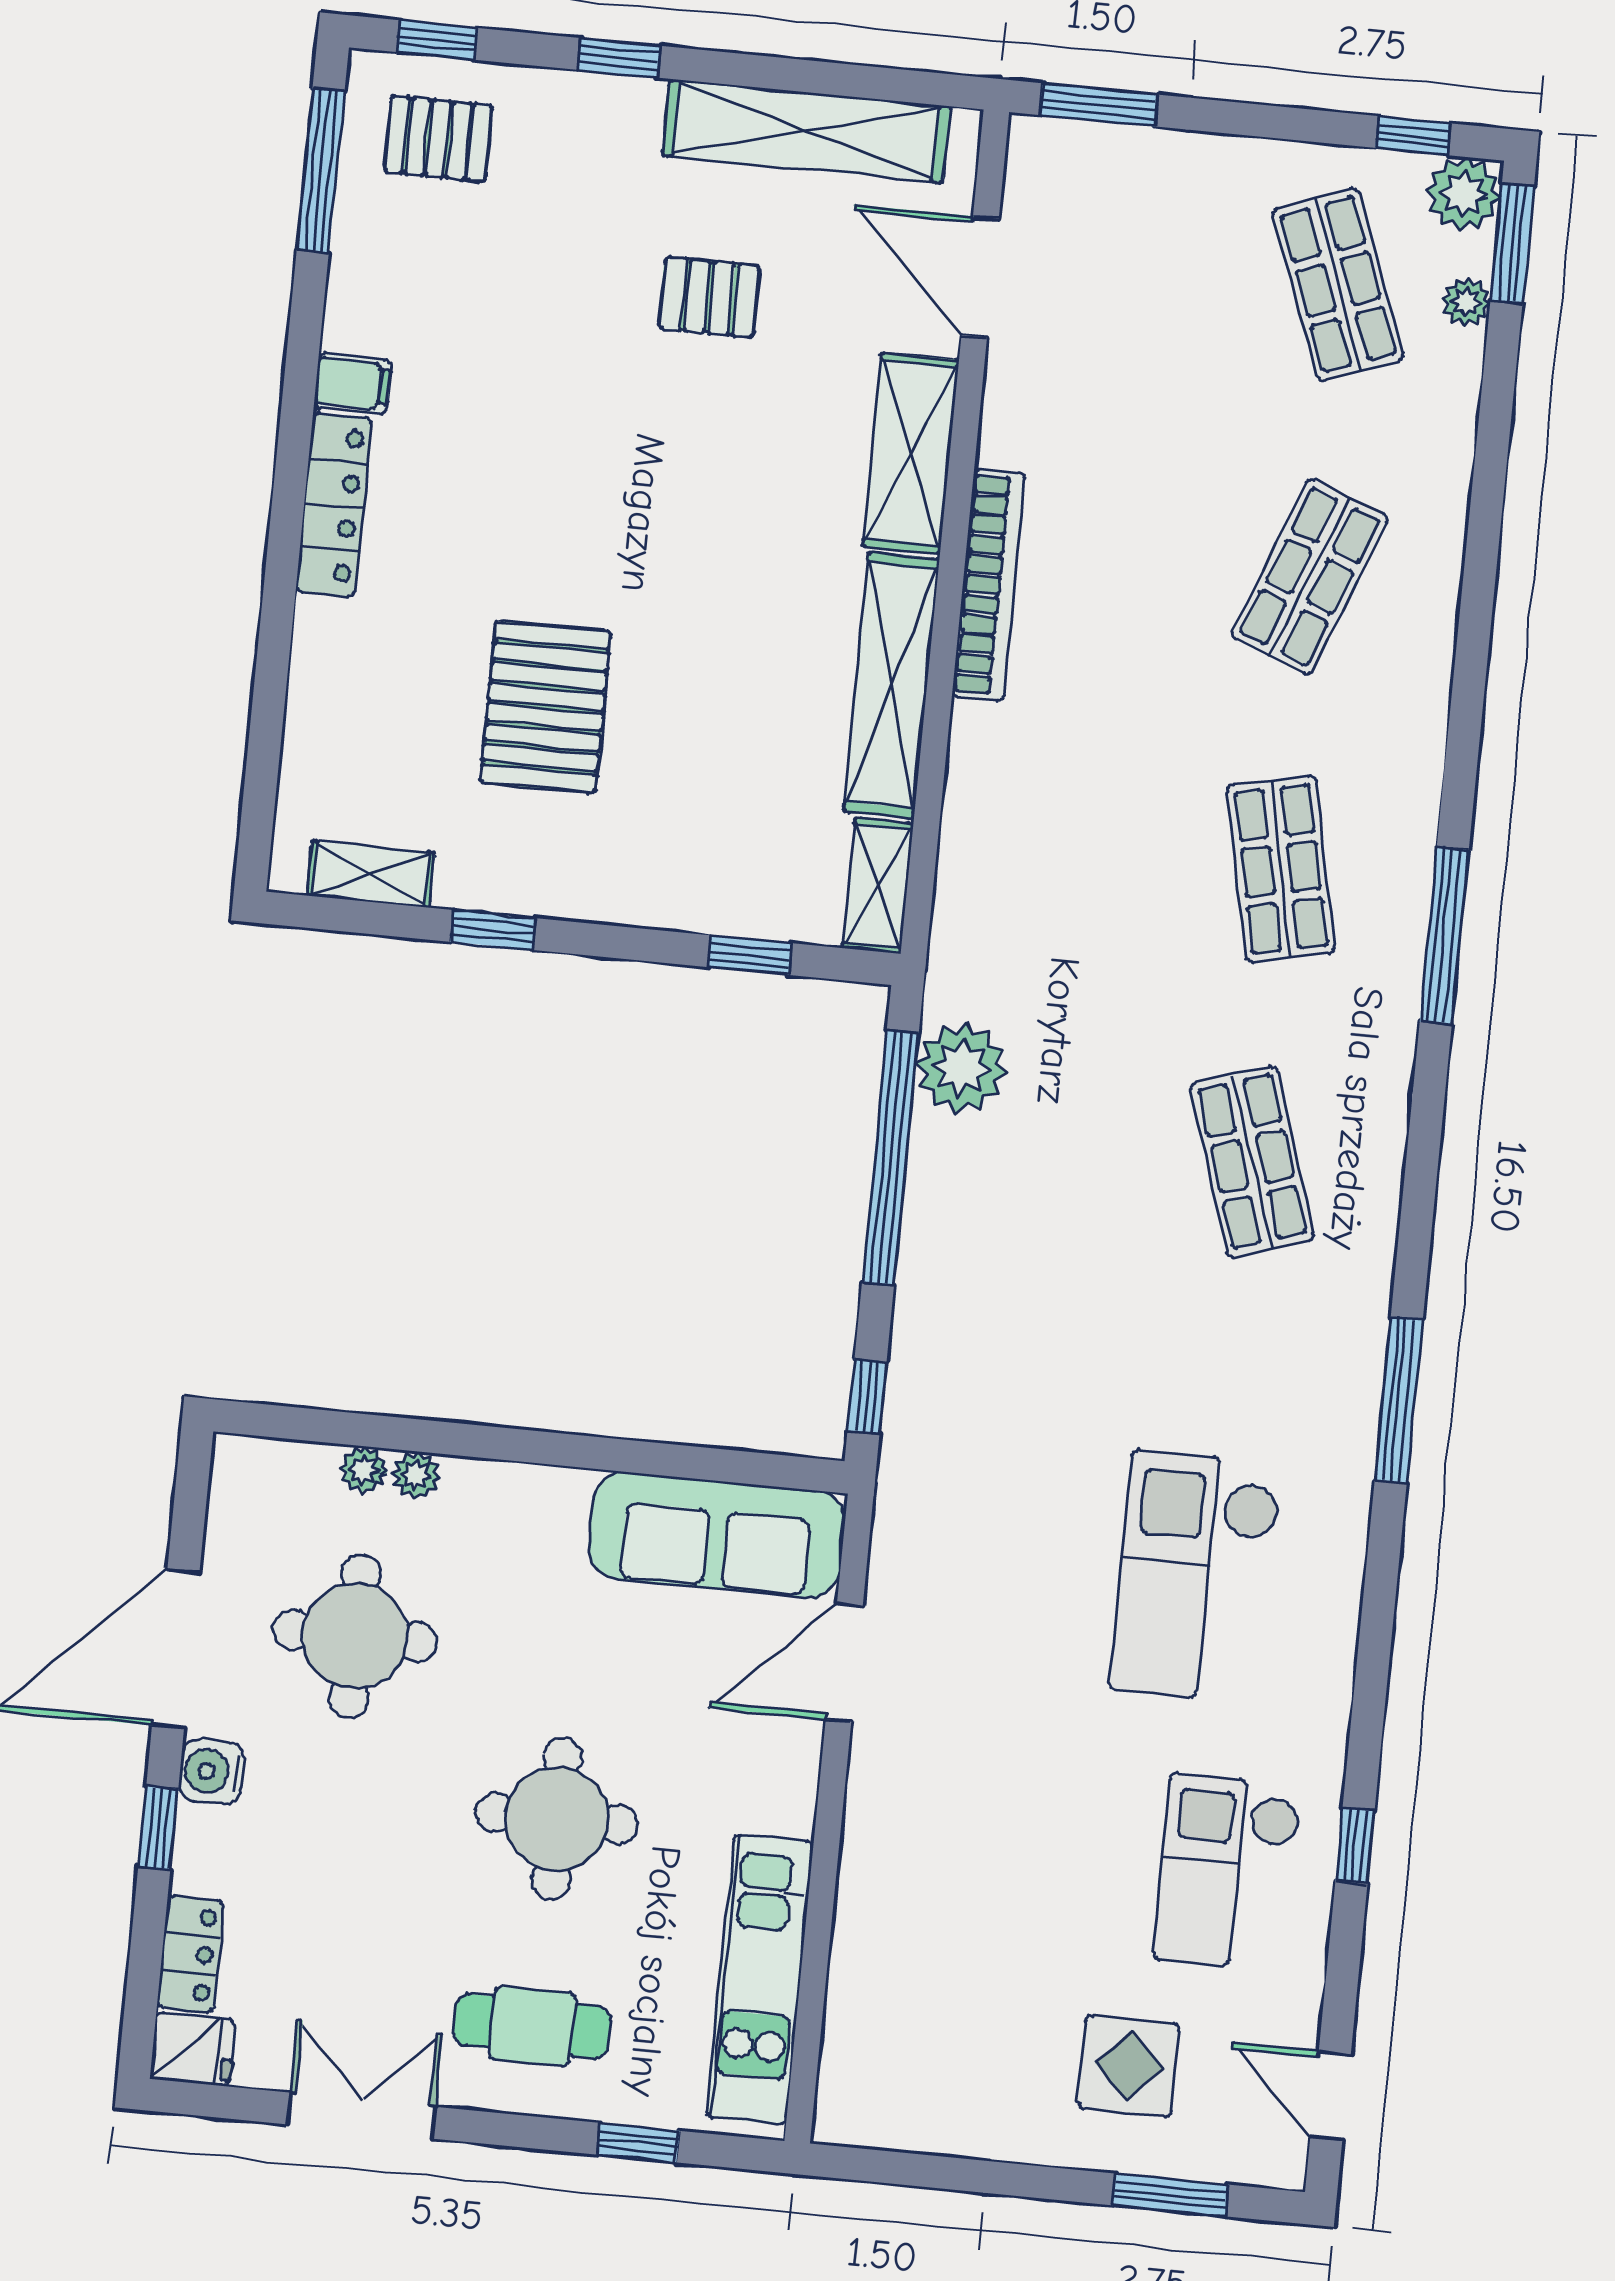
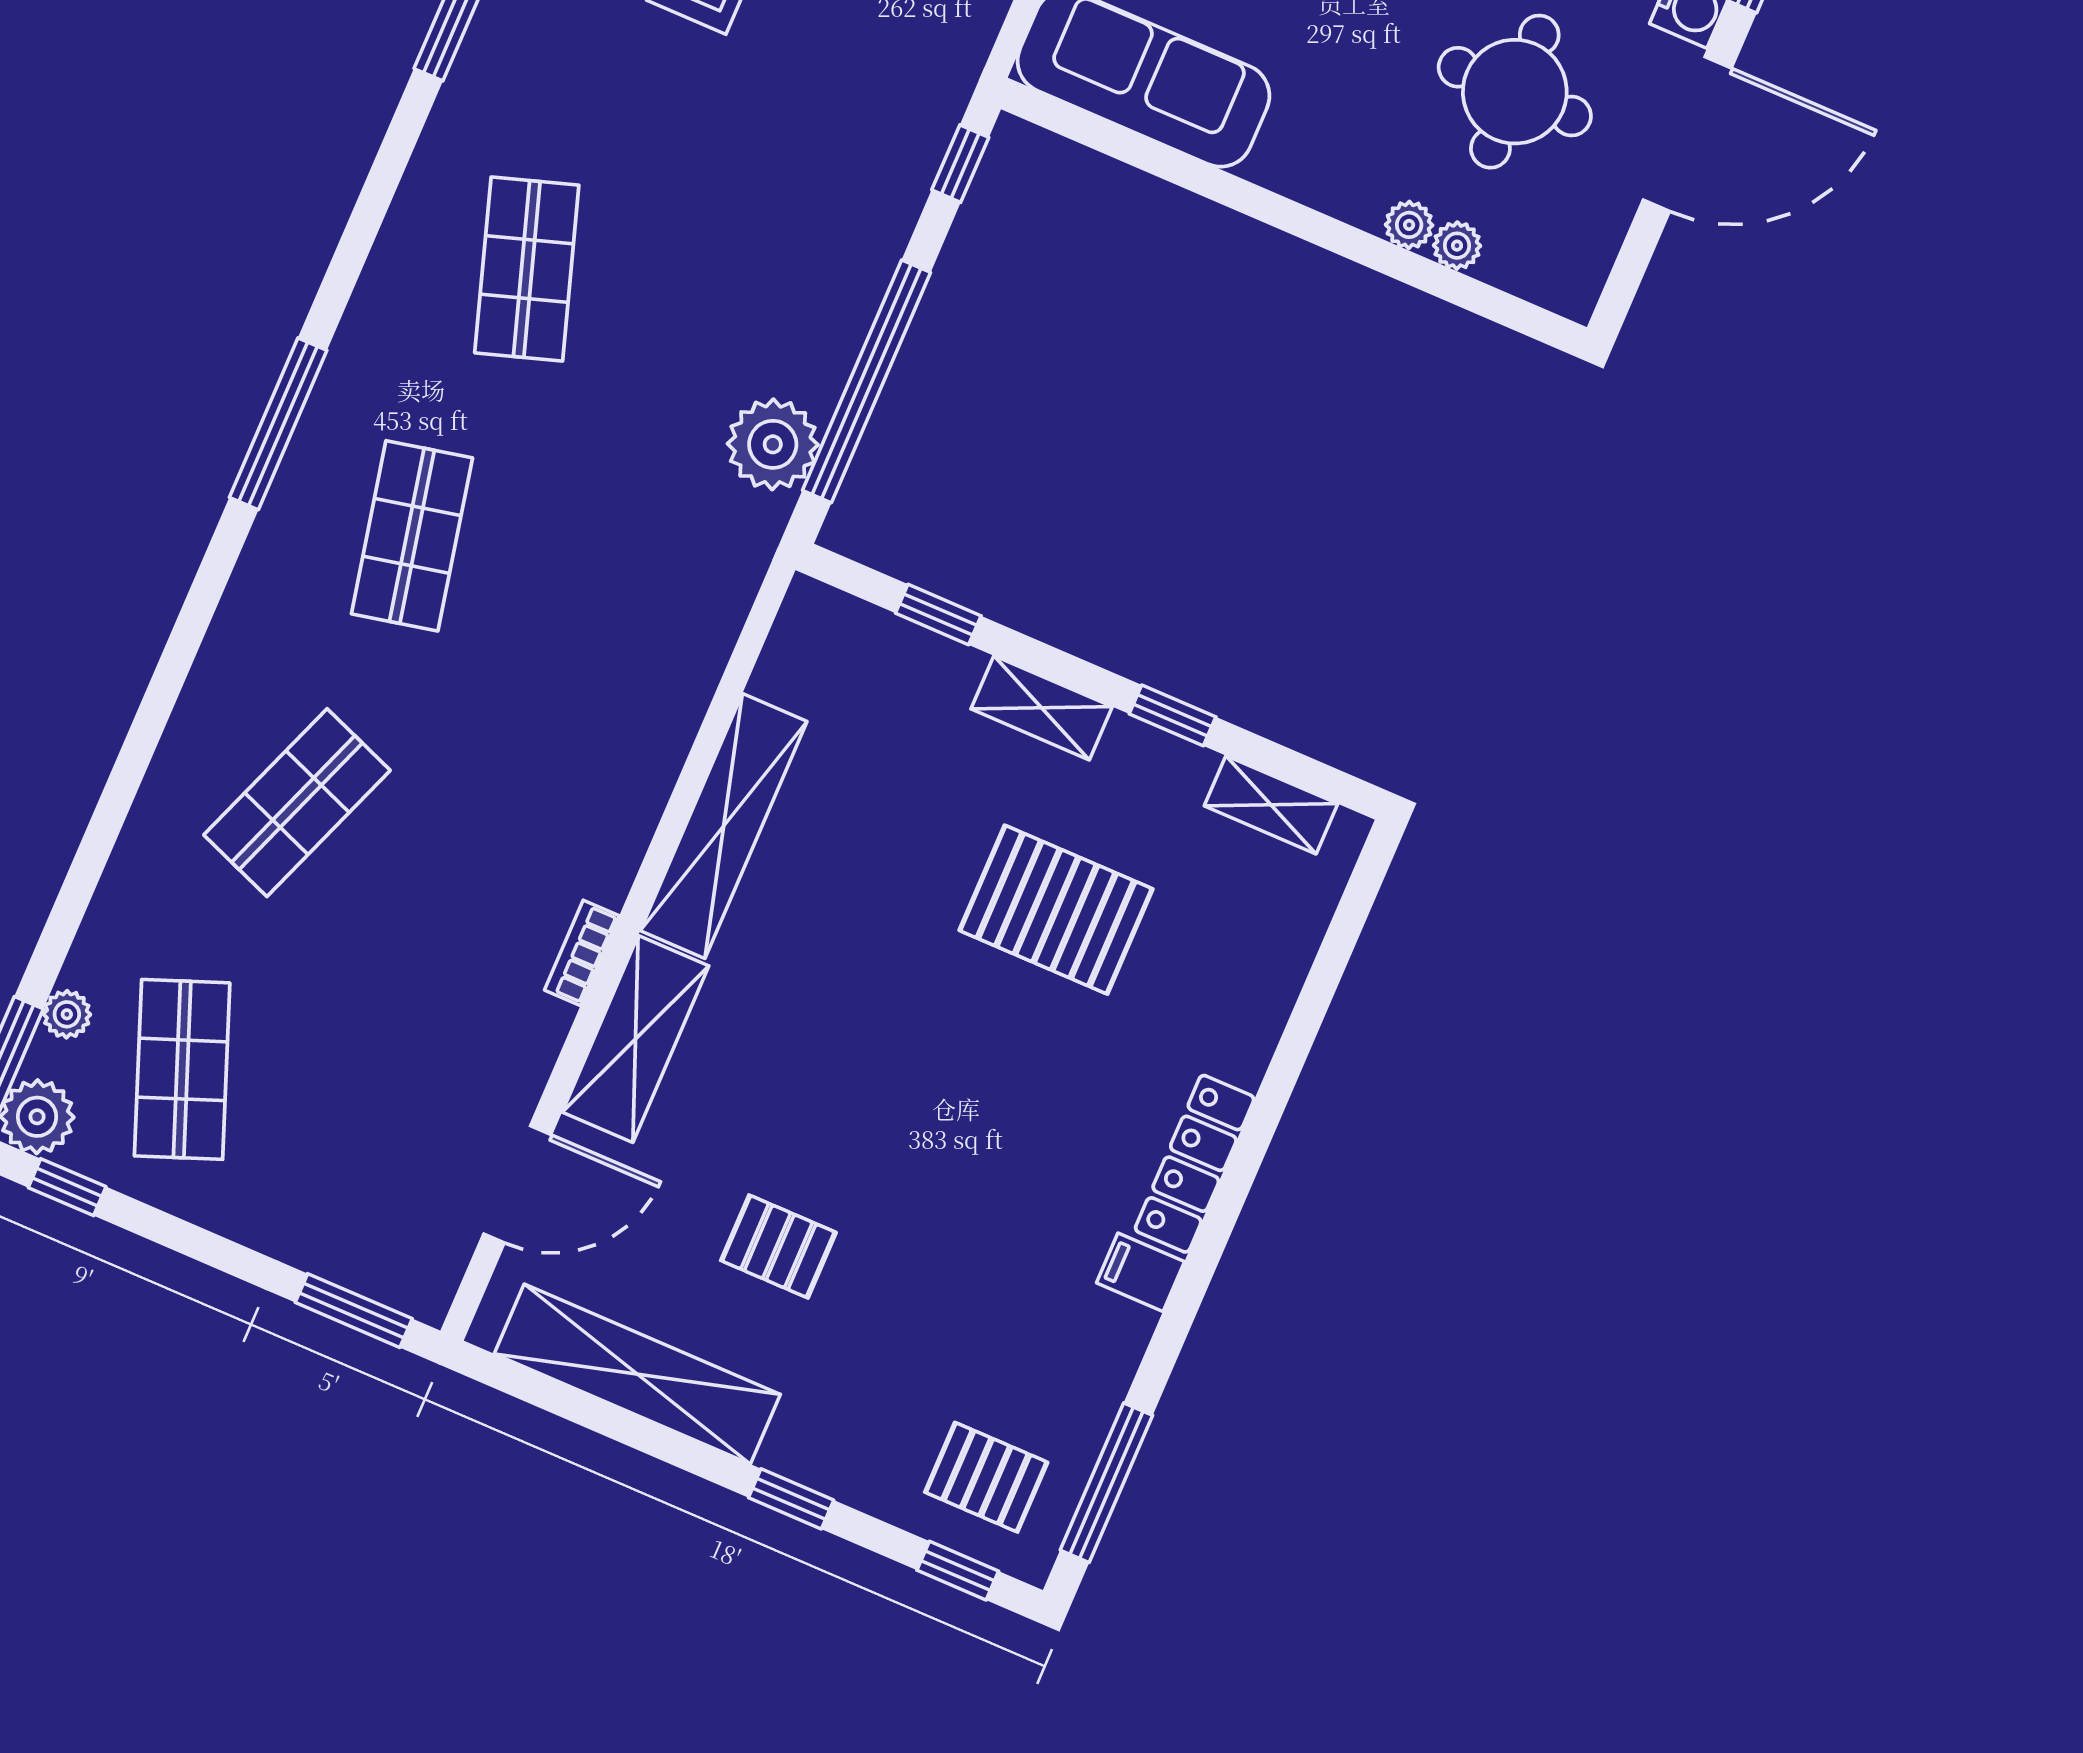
door: (980, 277) -> (517, 1184), hinge flipped
bookcase: (989, 585) -> (582, 953), width x0.43, depth x0.76
pallet: (546, 707) -> (1056, 910), turned 90
shelving: (878, 886) -> (1042, 708), moved, turned 90

